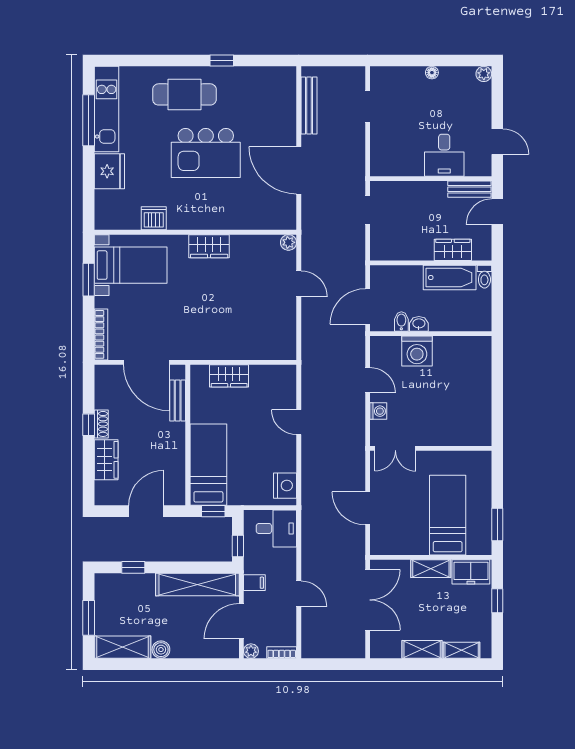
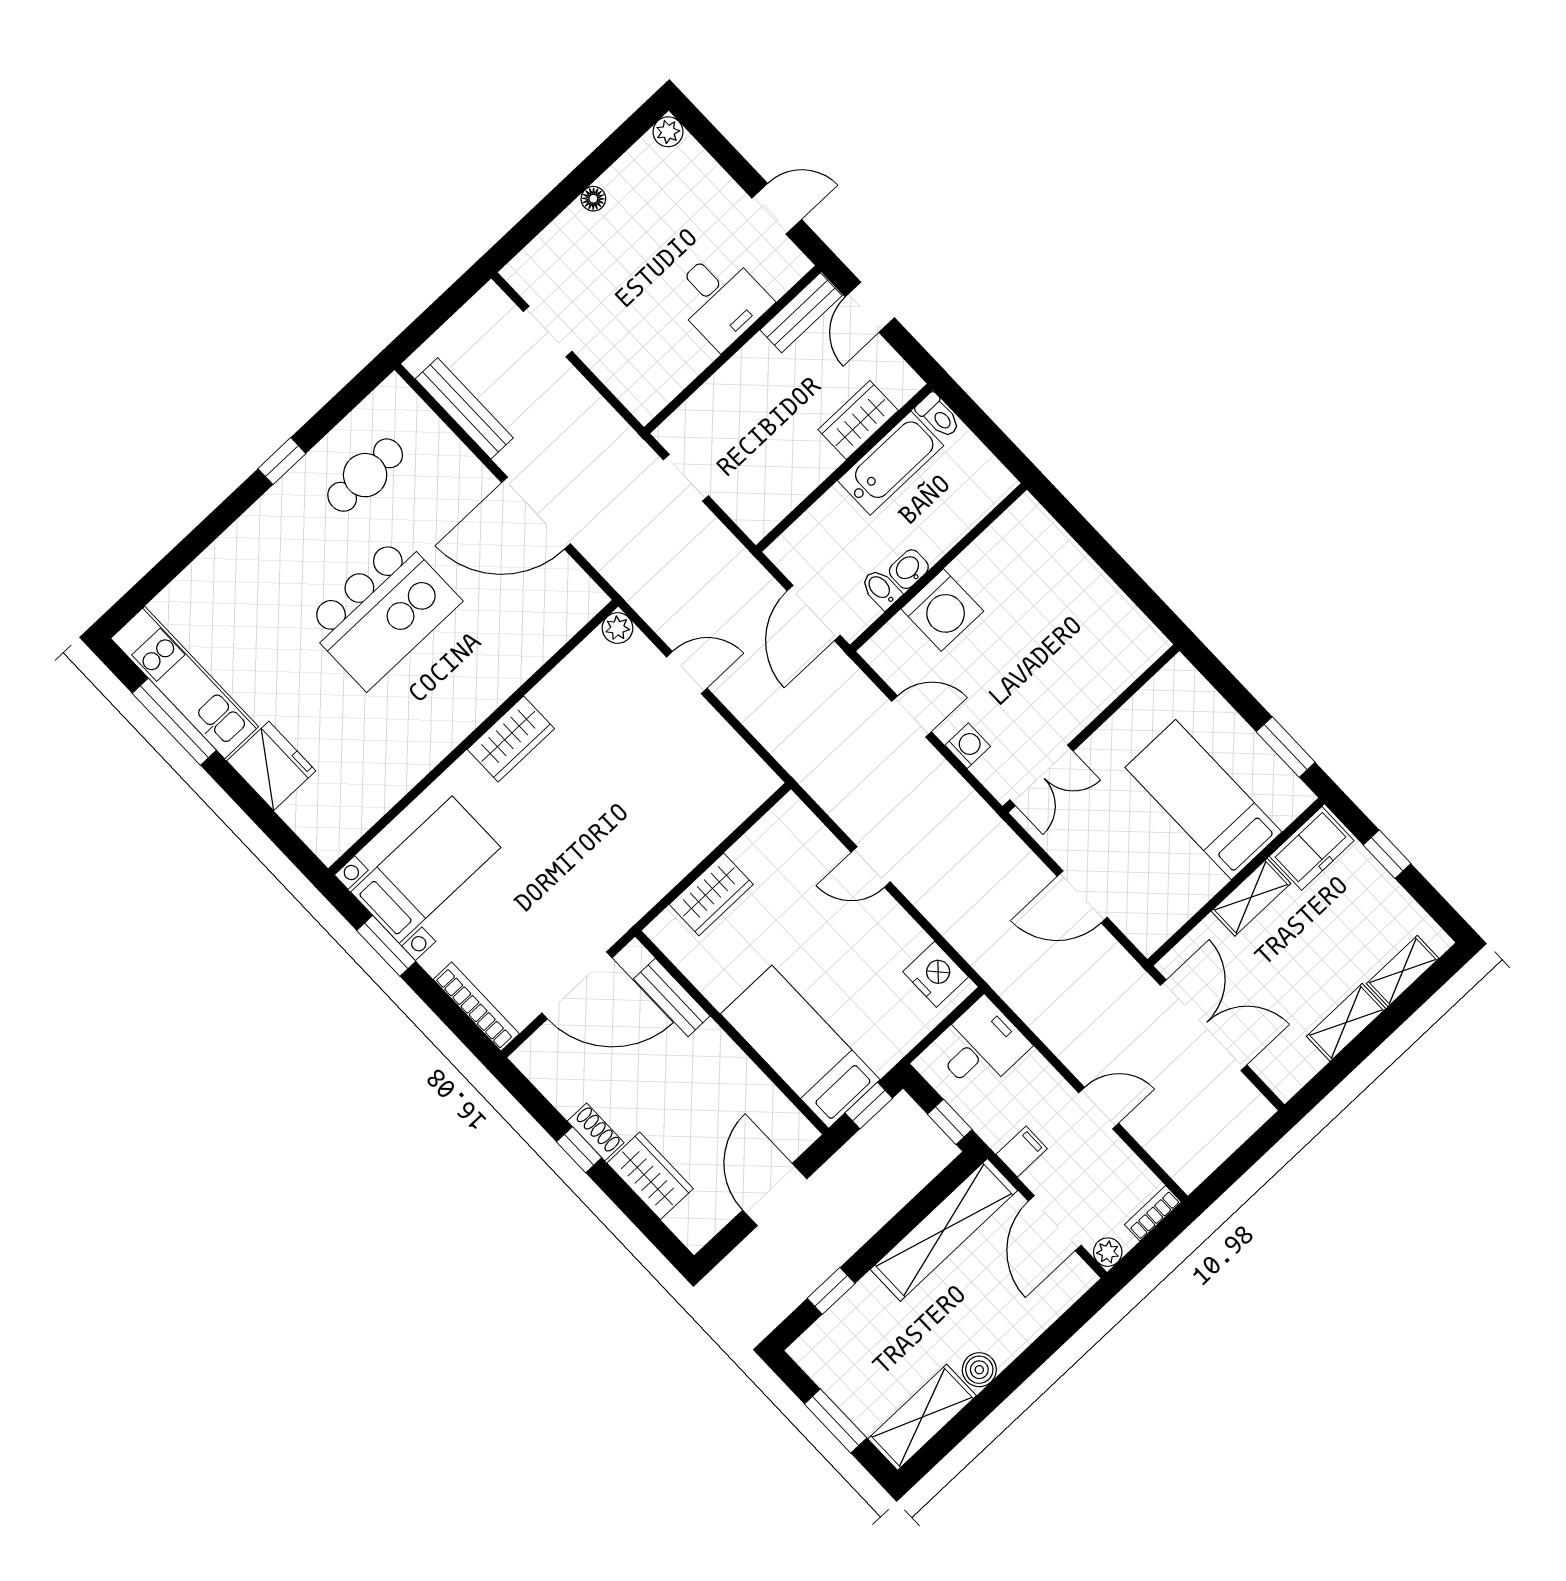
cafe table: (184, 94) -> (365, 475), moved, width x0.73, depth x0.74
dishwasher: (154, 218) -> (396, 773), removed

